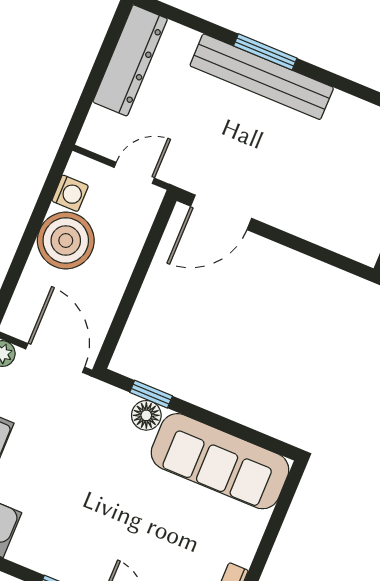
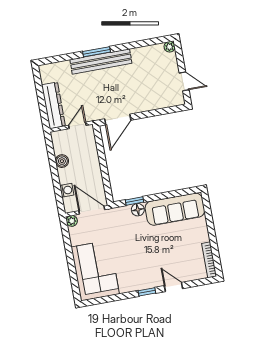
dresser: (130, 60) -> (53, 105), moved
washing machine: (70, 193) -> (67, 190), moved
boiler: (66, 240) -> (62, 161), width x0.54, depth x0.54

